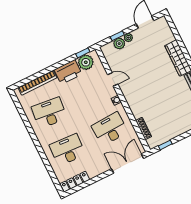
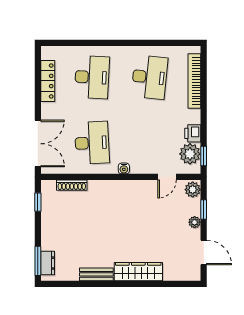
plant: (119, 44) -> (193, 190), moved
printer: (68, 72) -> (193, 133), width x0.53, depth x0.68
door: (113, 79) -> (167, 177), moved
locker: (75, 182) -> (48, 81), moved

